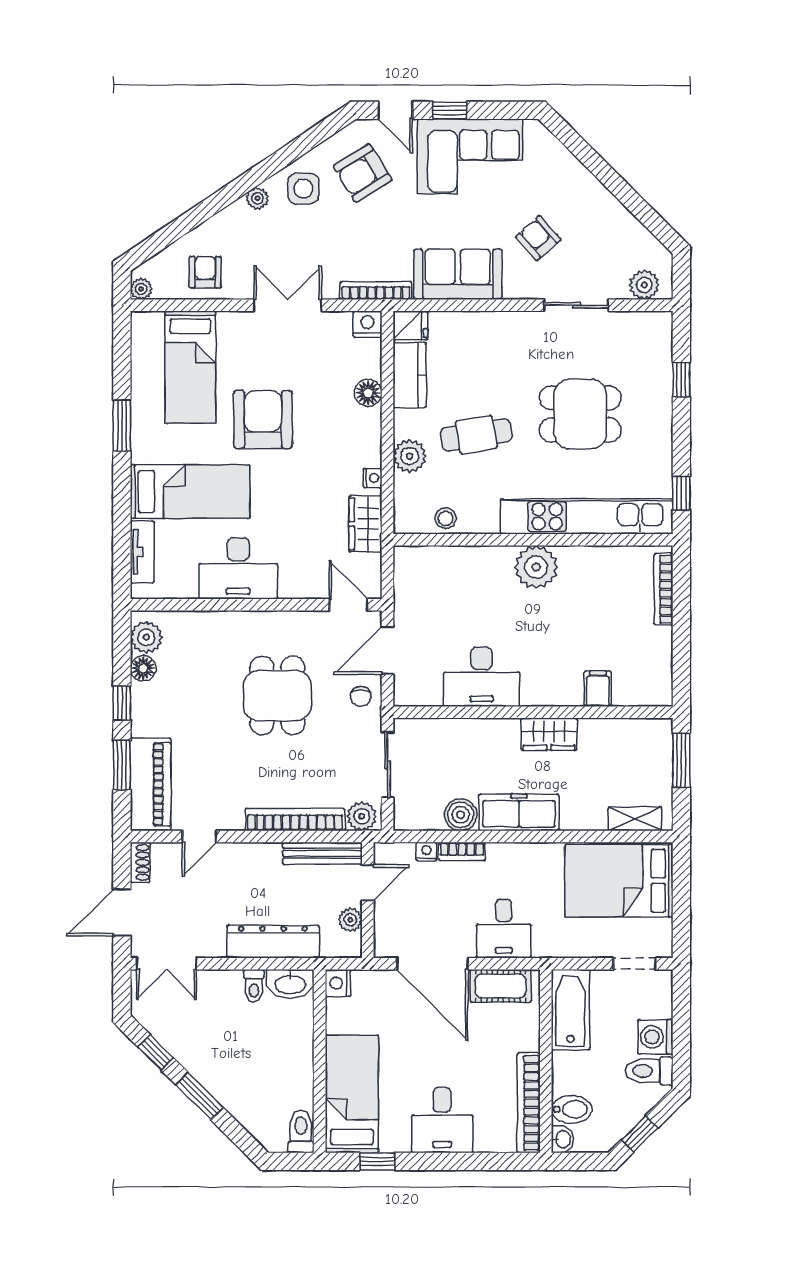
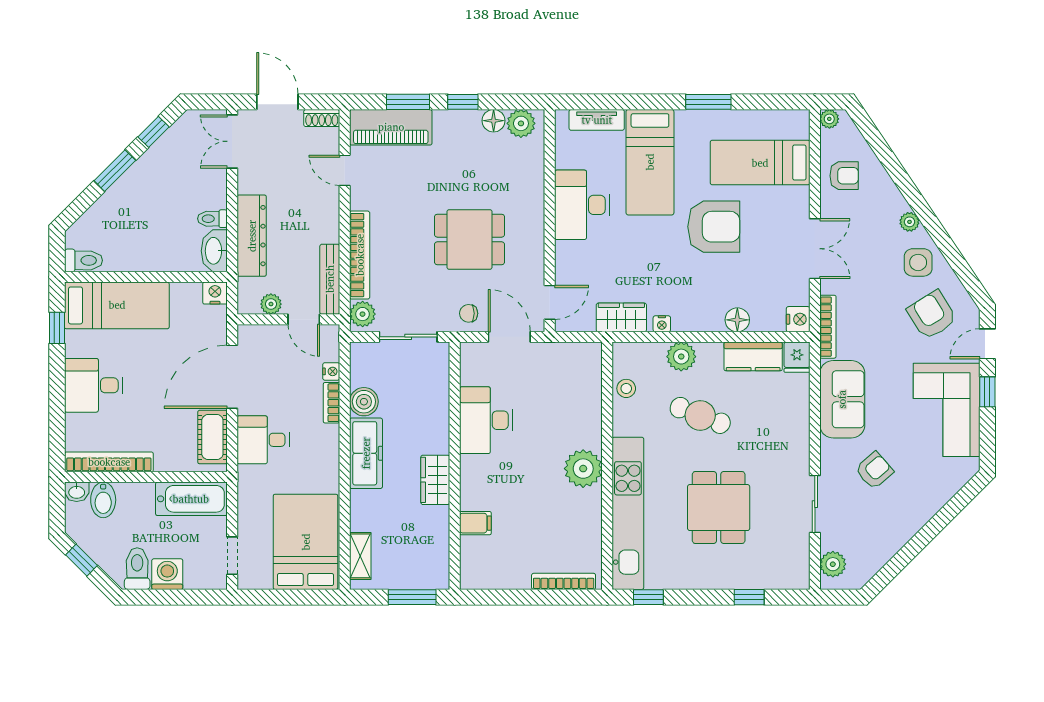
cafe table: (476, 435) -> (700, 415), turned -60

